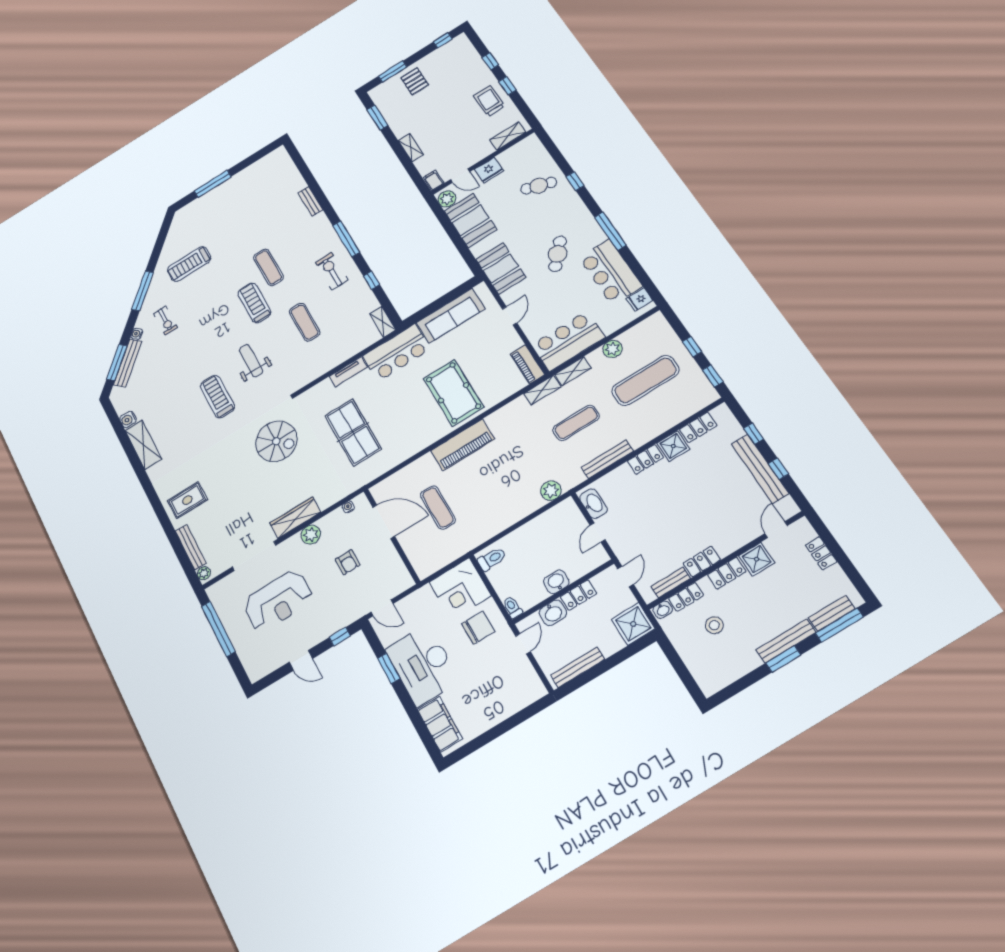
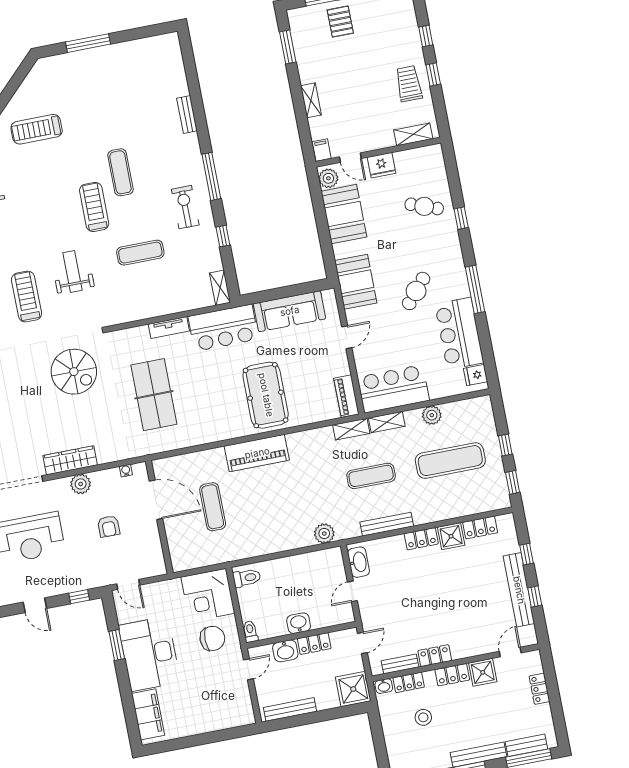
exercise mat: (305, 322) -> (140, 253), turned 90

